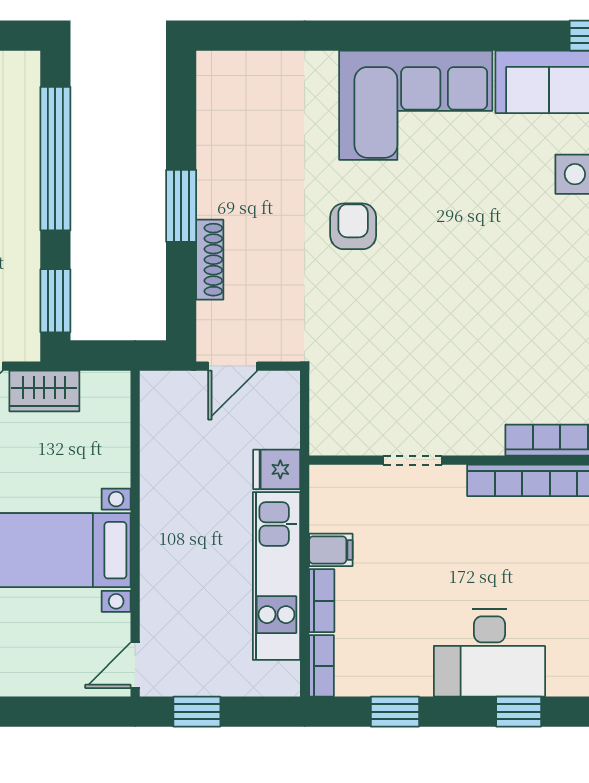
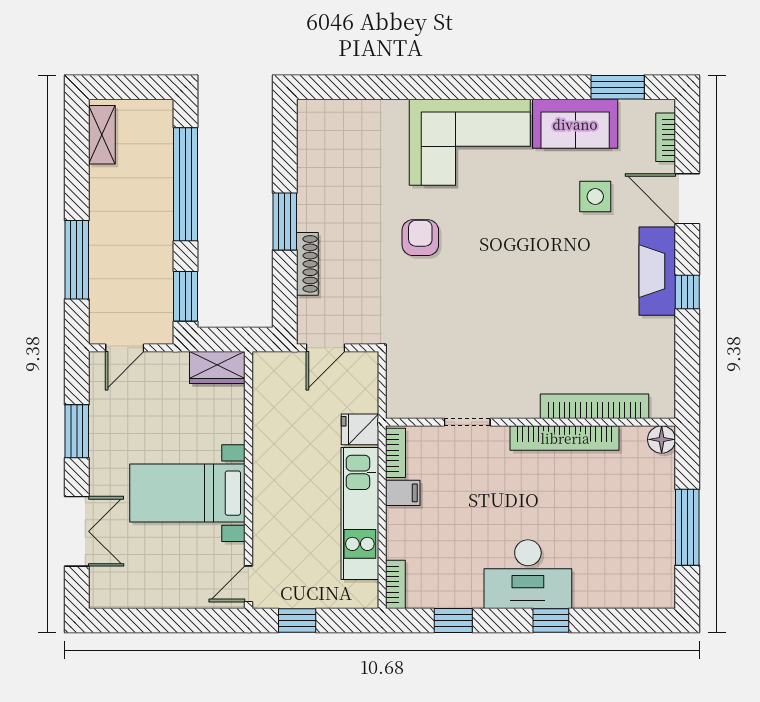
wardrobe: (44, 391) -> (217, 367), moved
bookcase: (322, 601) -> (396, 453), moved

